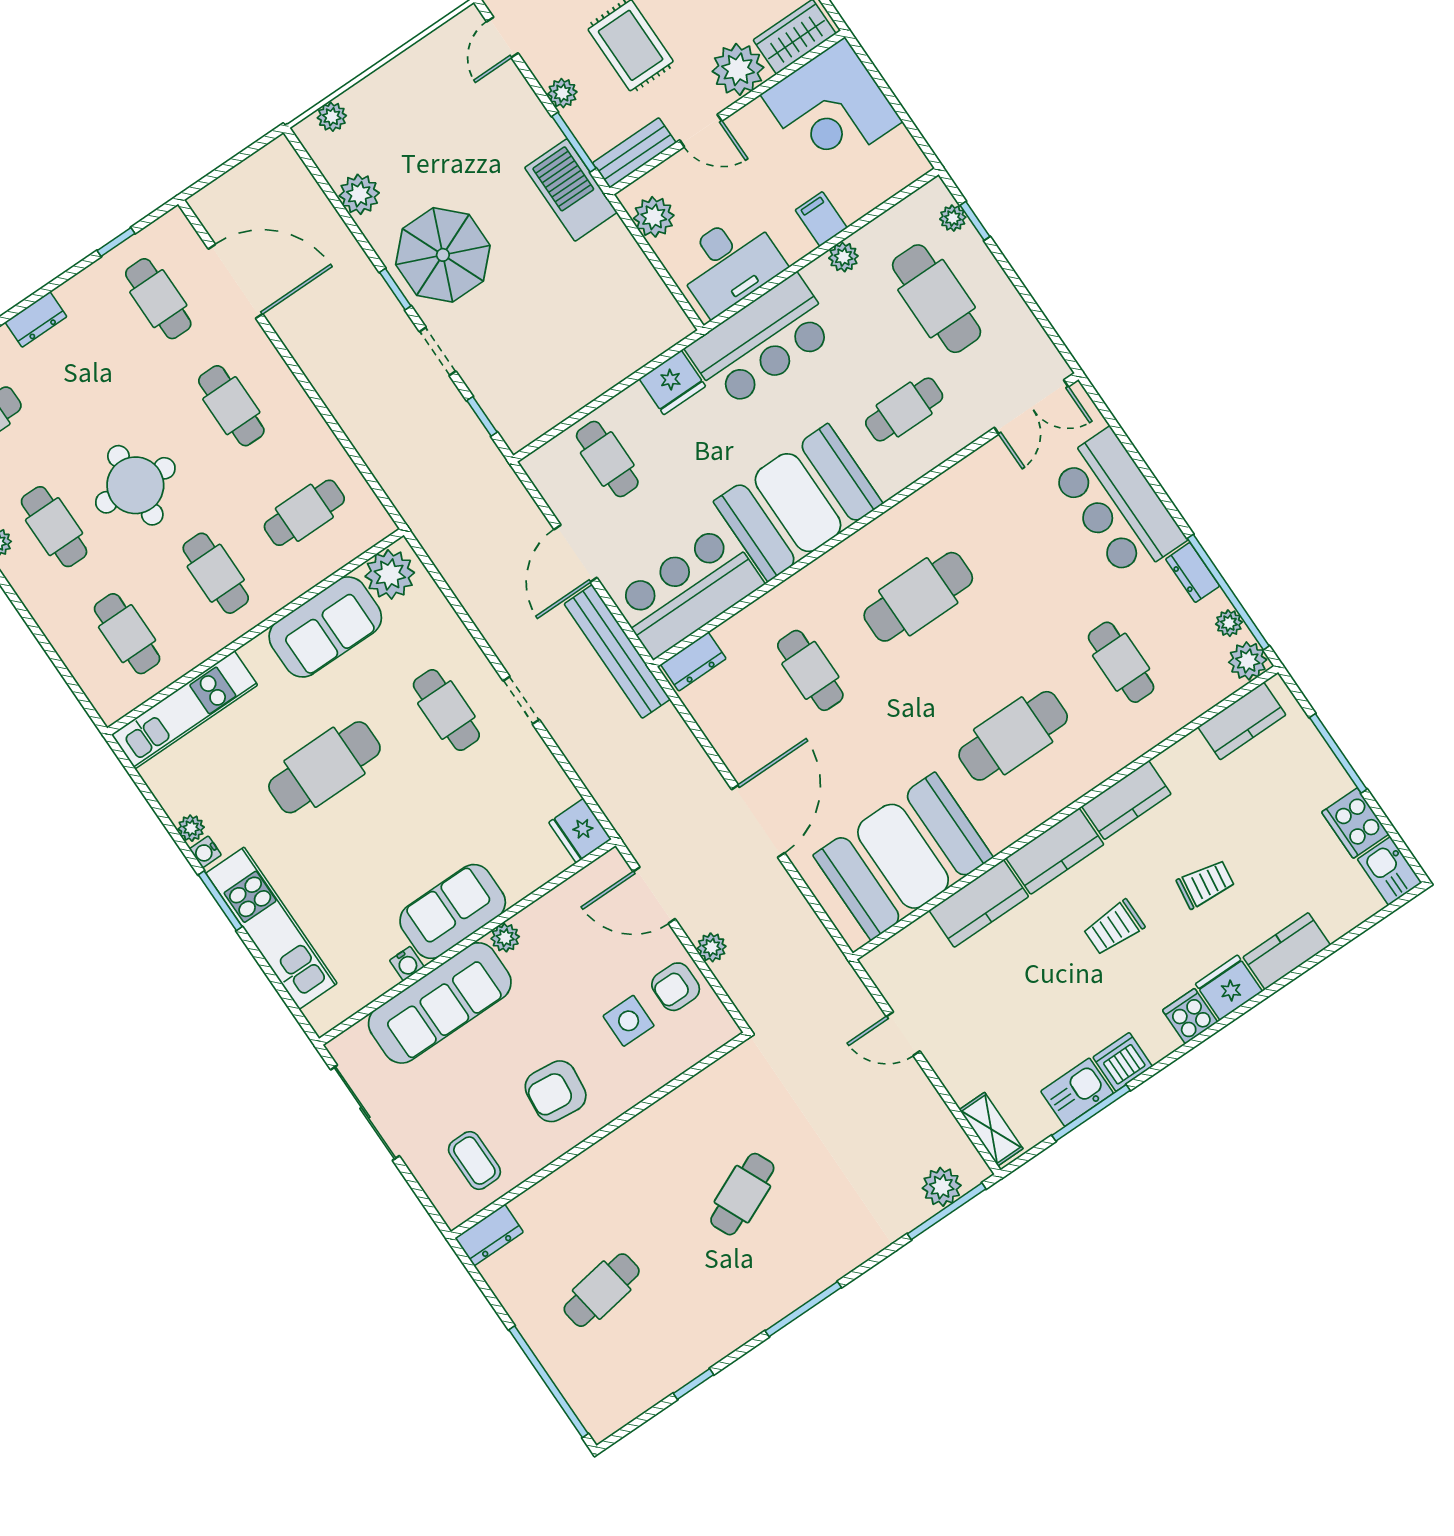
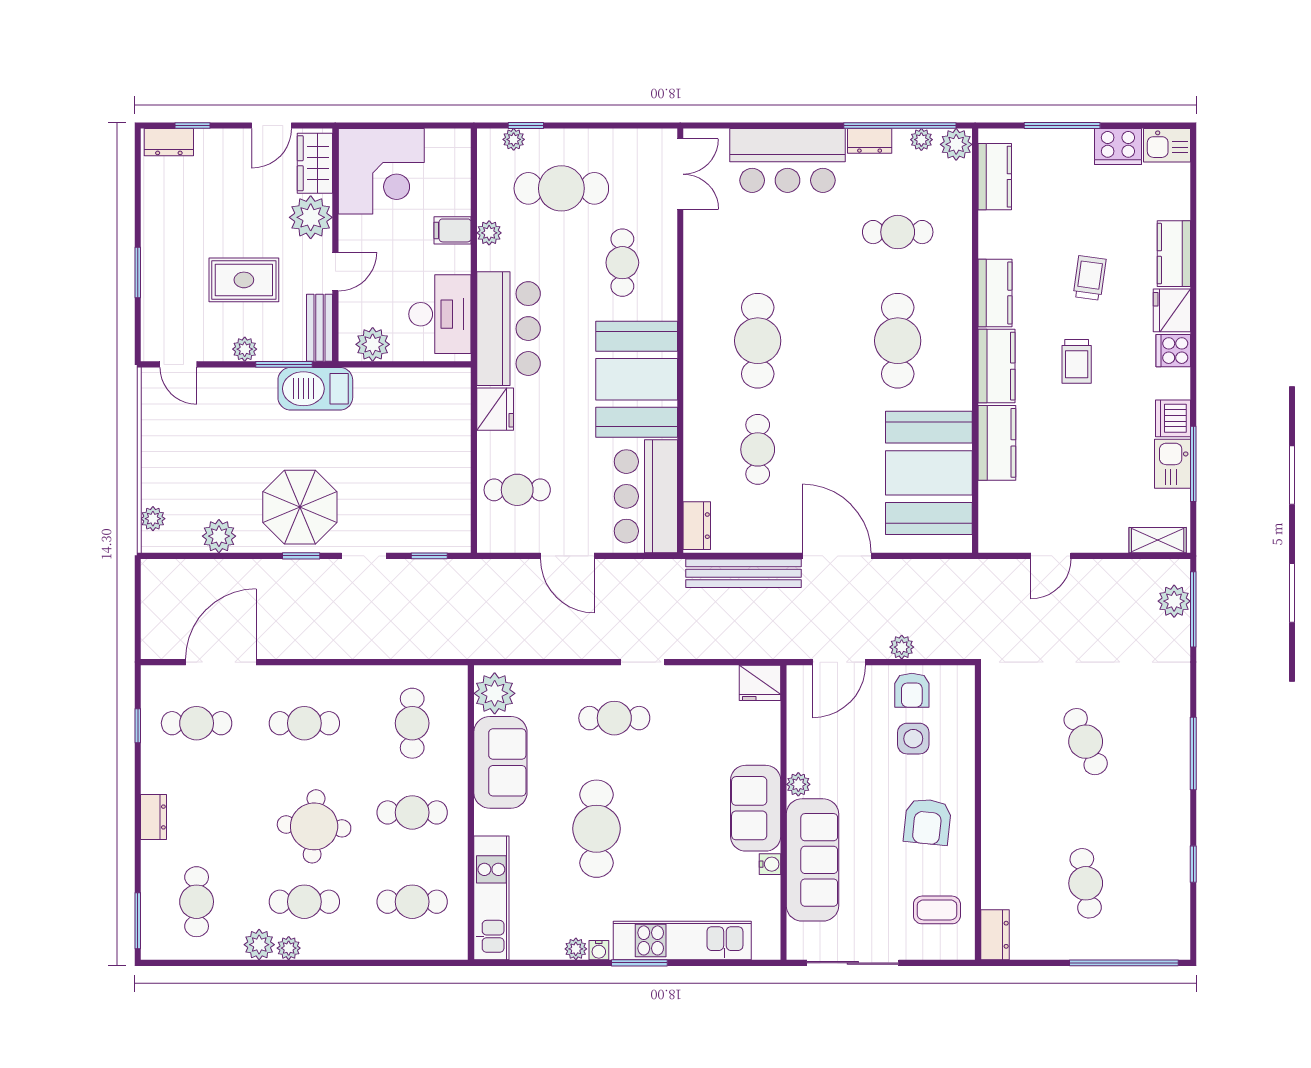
bench: (617, 652) -> (743, 573), moved
cafe table: (810, 670) -> (758, 449), turned 90

